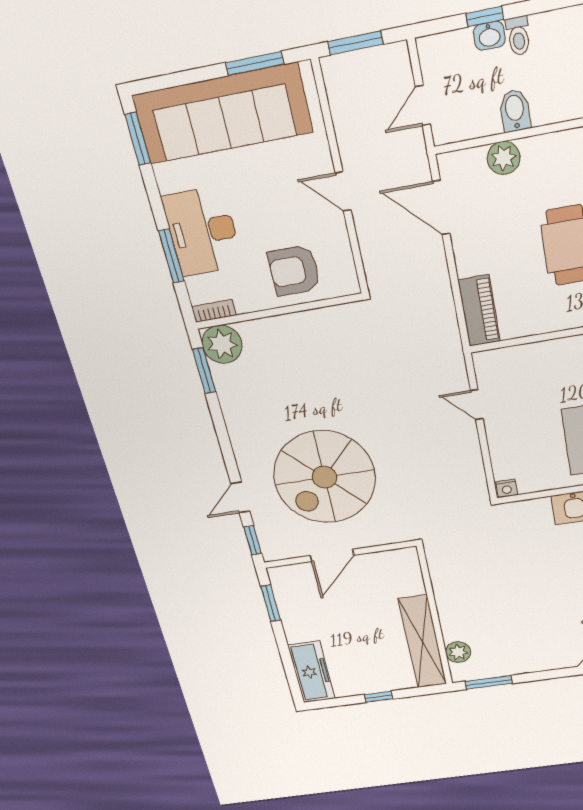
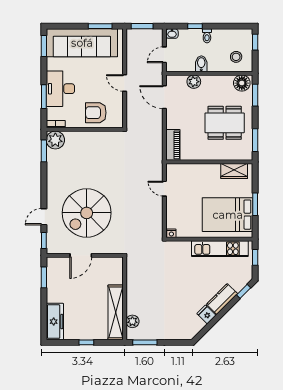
washbasin: (489, 36) -> (172, 34), moved

